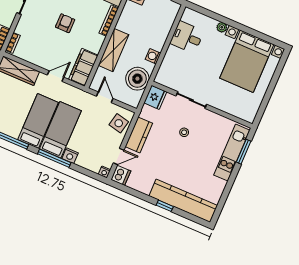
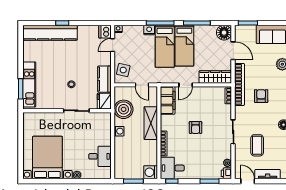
kitchen counter: (139, 135) -> (104, 79), moved

